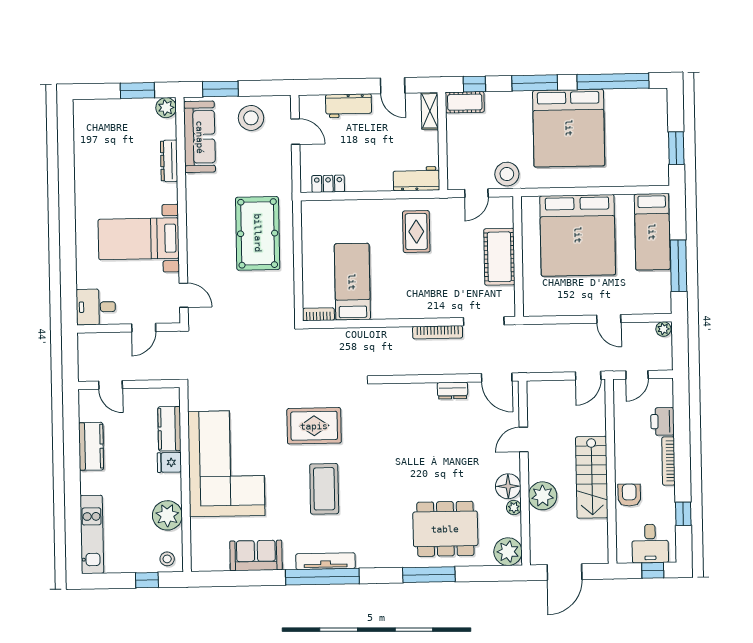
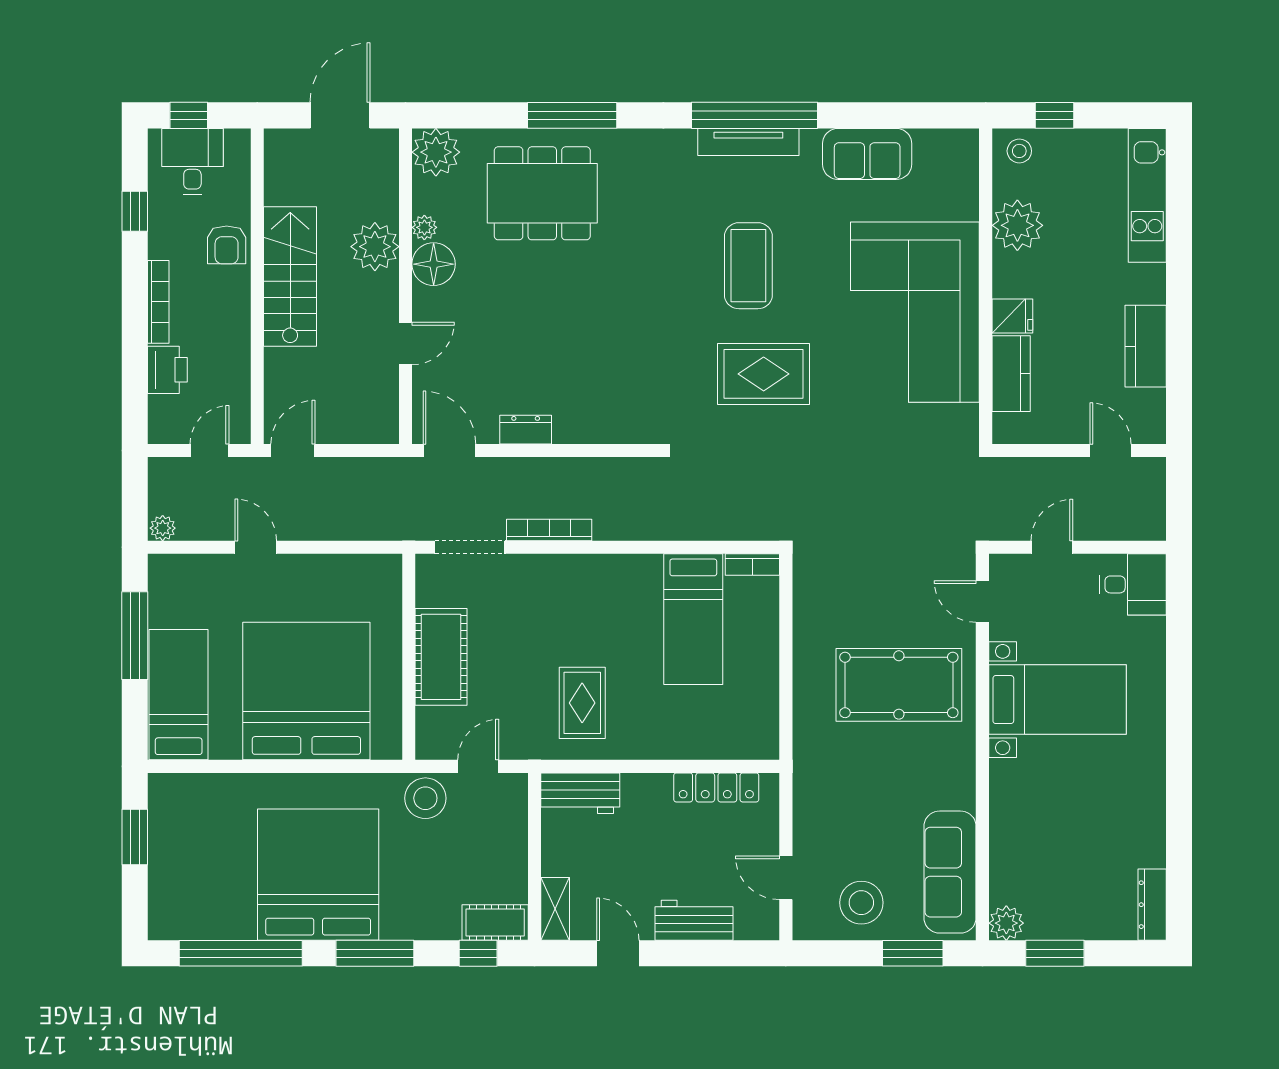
dresser: (169, 161) -> (1152, 905), moved, turned 180
locker: (328, 184) -> (716, 787), width x1.53
pool table: (258, 233) -> (899, 685), moved, turned 90

